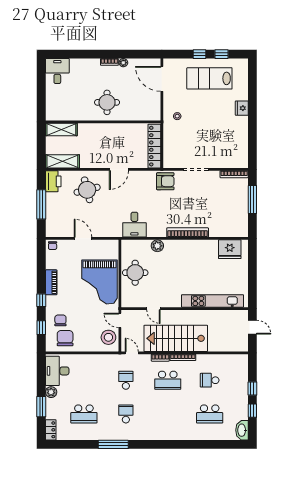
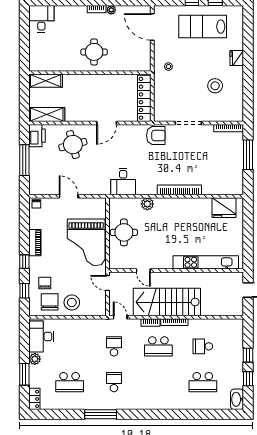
stool: (221, 134) -> (215, 86), added
stool: (108, 337) -> (72, 302), moved

